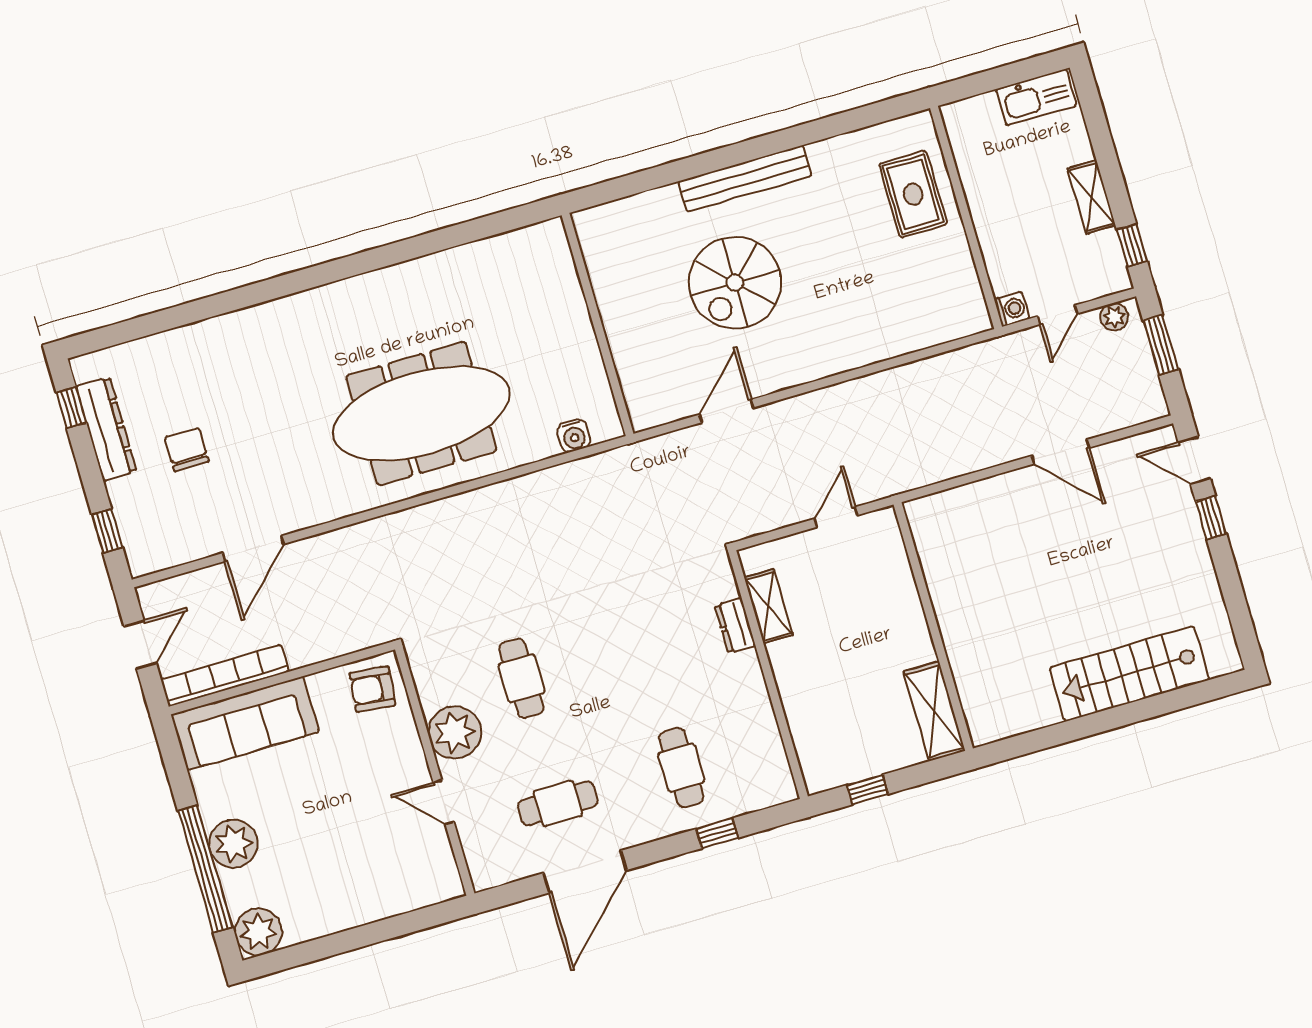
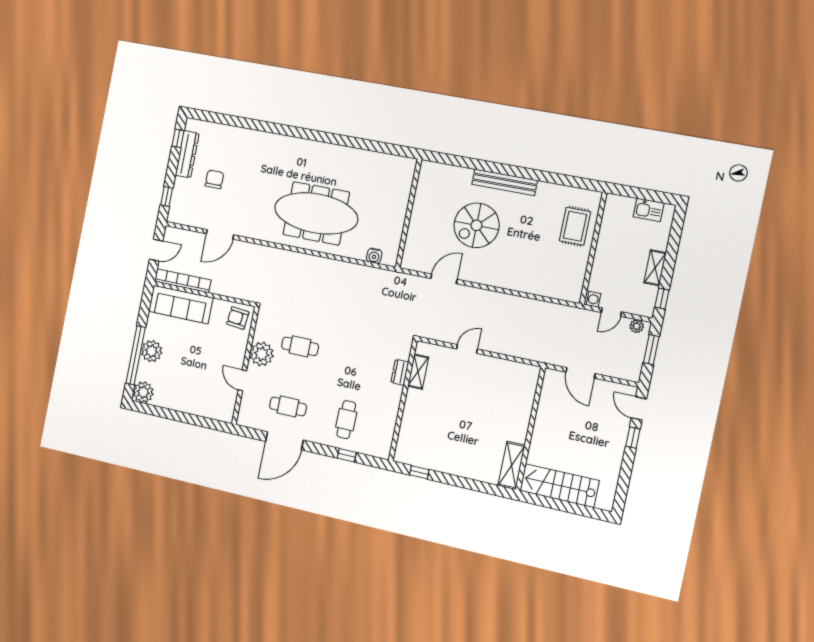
kitchen sink: (1036, 97) -> (649, 210), width x0.73
wall: (933, 626) -> (531, 429), moved
cafe table: (521, 678) -> (300, 346), turned 90
shelving: (934, 711) -> (511, 465), moved

